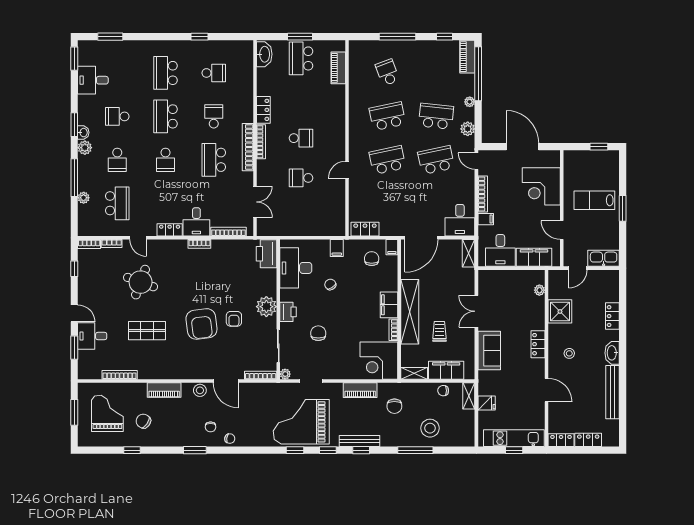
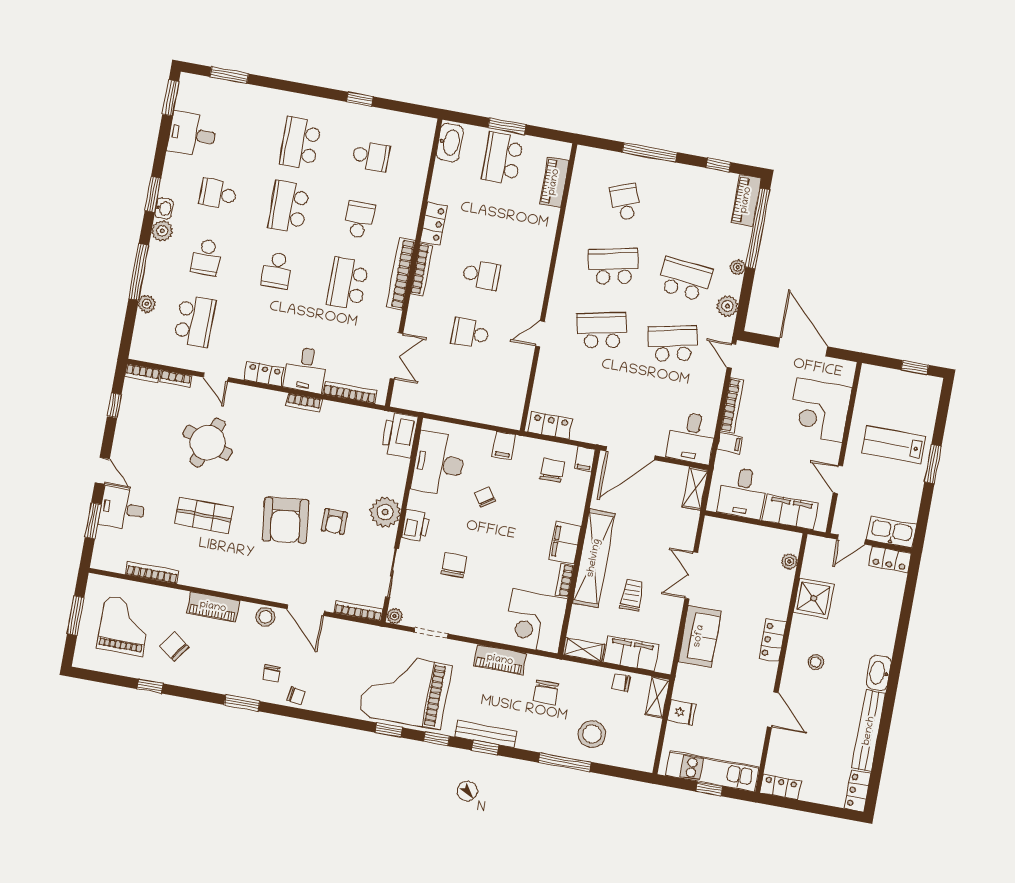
locker: (612, 316) -> (890, 559), moved, turned -90
locker: (588, 440) -> (858, 791), moved, turned -90

